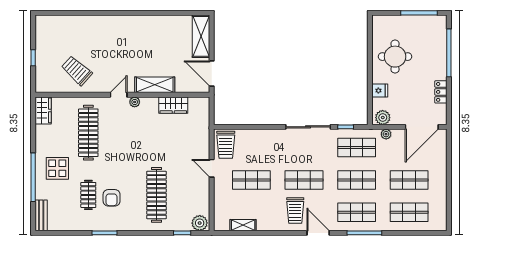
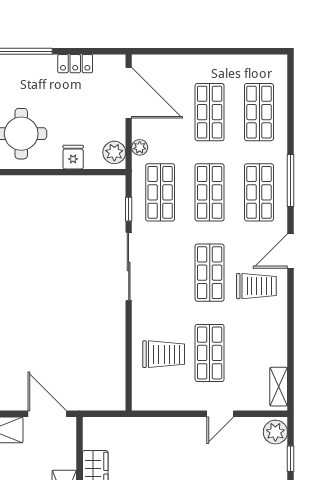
door: (212, 74) -> (47, 414), swing flipped
trolley: (226, 145) -> (164, 354), moved
door: (212, 168) -> (220, 414), moved
shelving: (243, 225) -> (279, 387), moved

